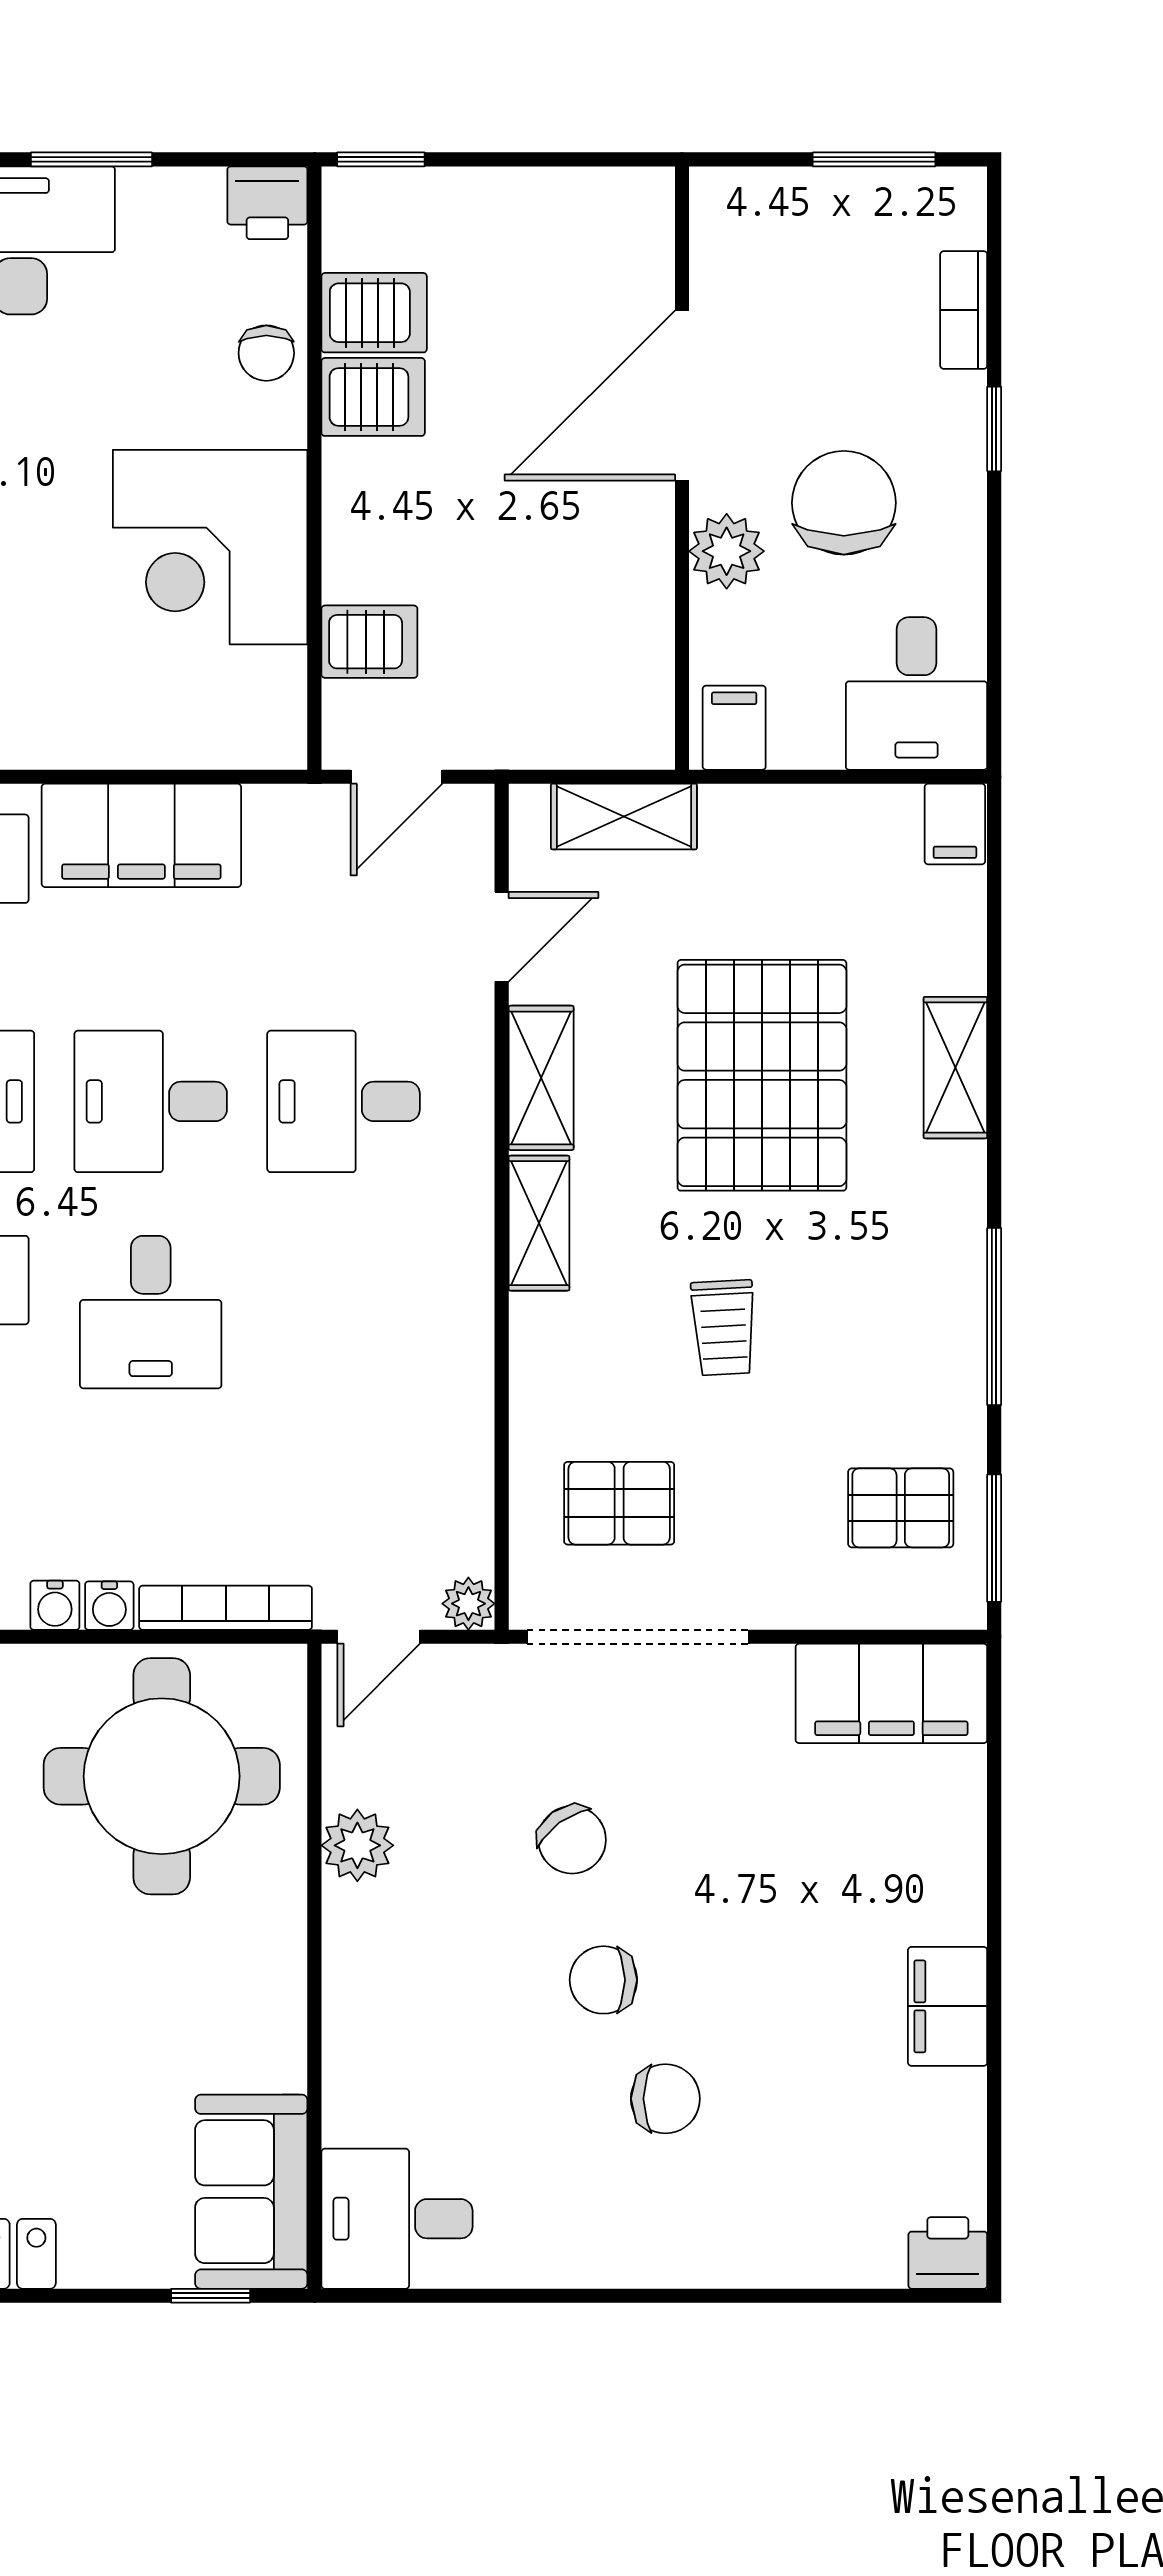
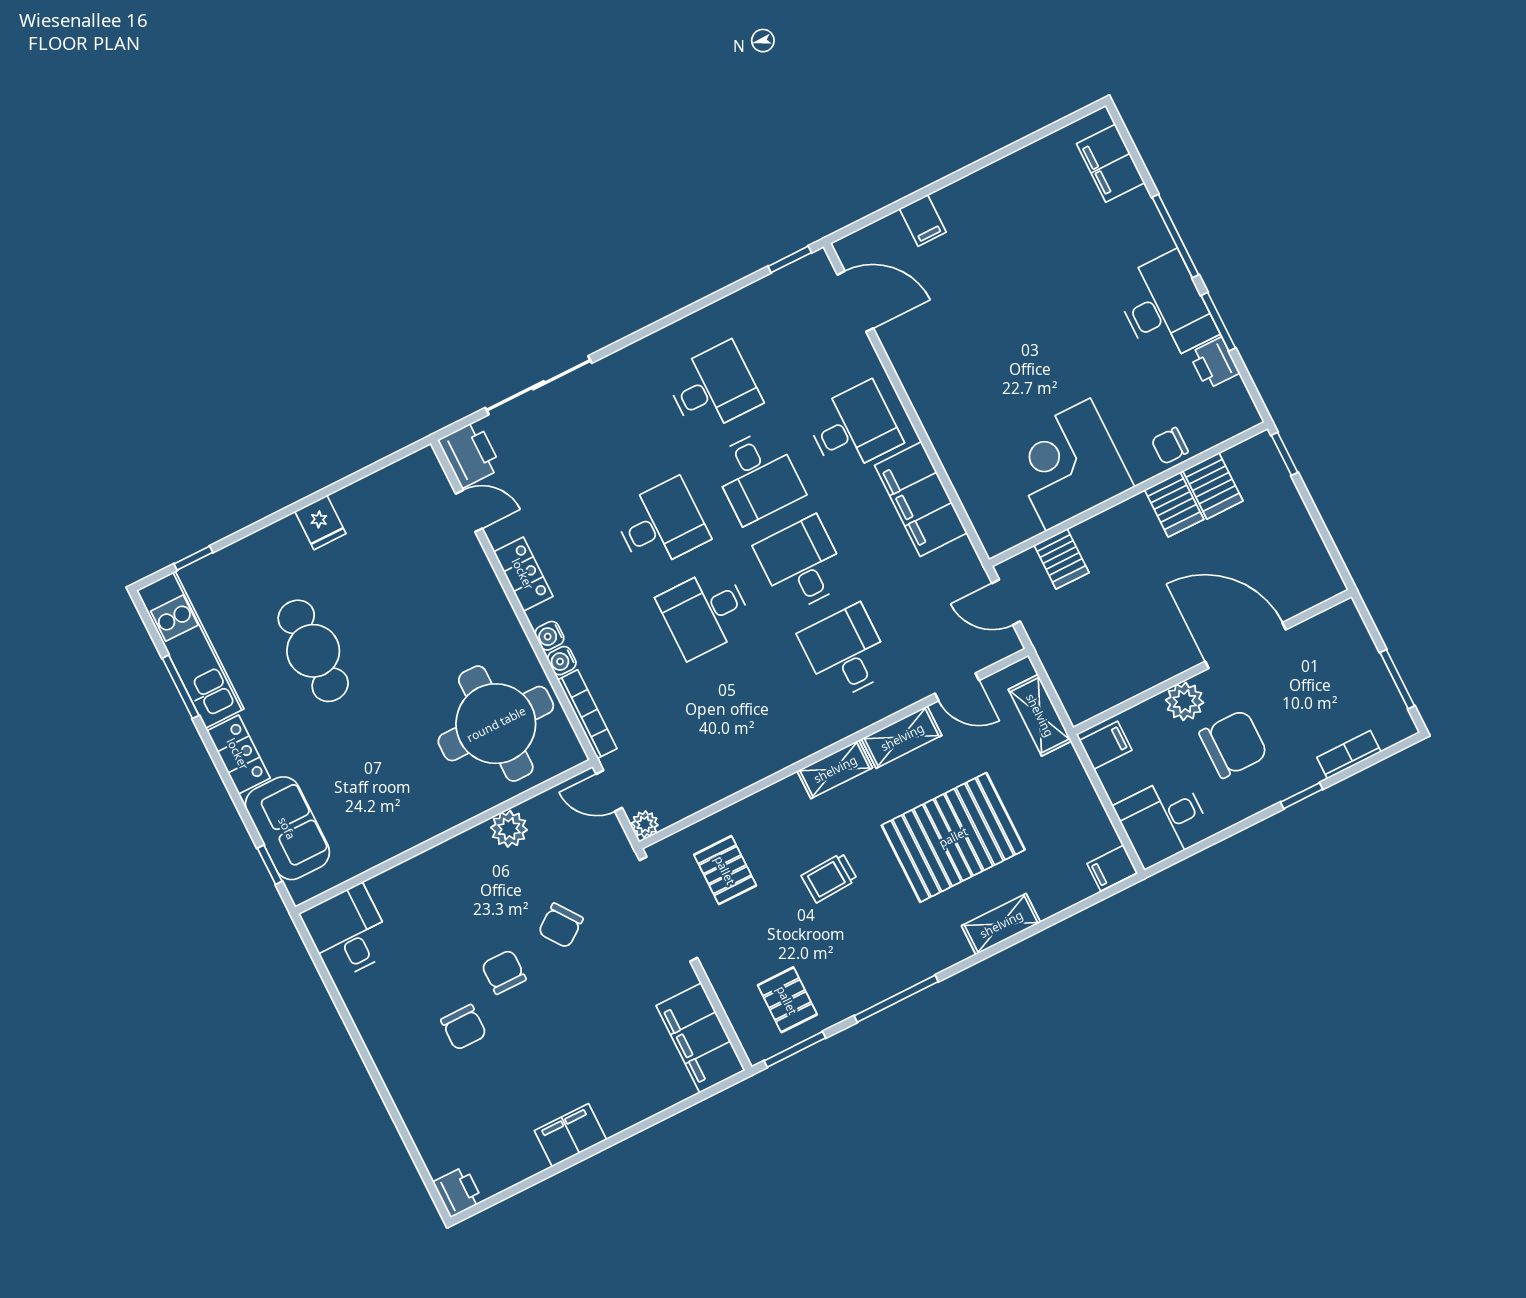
printer: (267, 203) -> (1214, 363), moved
sofa: (251, 2192) -> (287, 828), moved, turned 90

